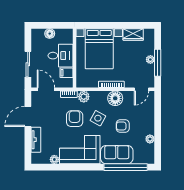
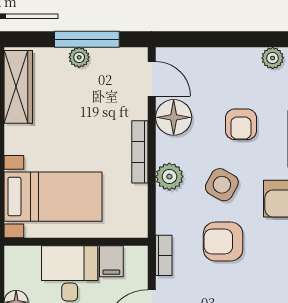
wardrobe: (133, 34) -> (18, 87), width x1.50
bed with nightstands: (99, 49) -> (53, 197), width x0.73
plant: (84, 97) -> (169, 177), moved
floor lamp: (115, 98) -> (174, 117), moved

